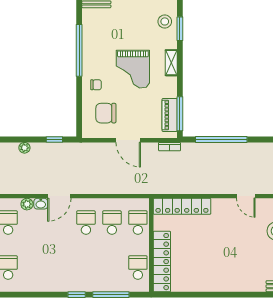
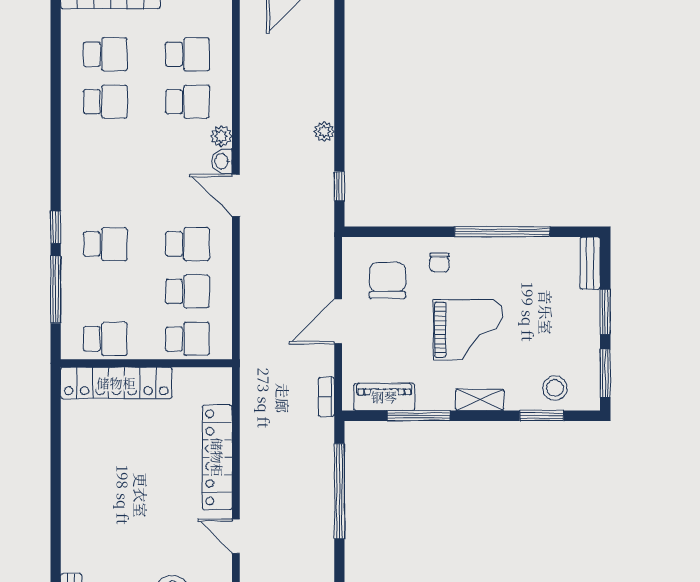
grand piano: (133, 69) -> (468, 330), turned 180
window: (180, 114) -> (419, 416), moved
door: (246, 196) -> (236, 536), hinge flipped
locker: (182, 206) -> (217, 457), moved
school desk: (86, 268) -> (105, 244), added

